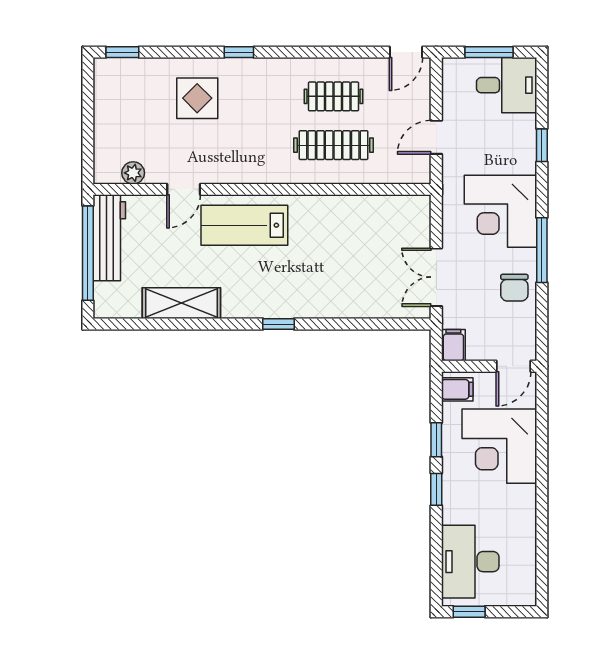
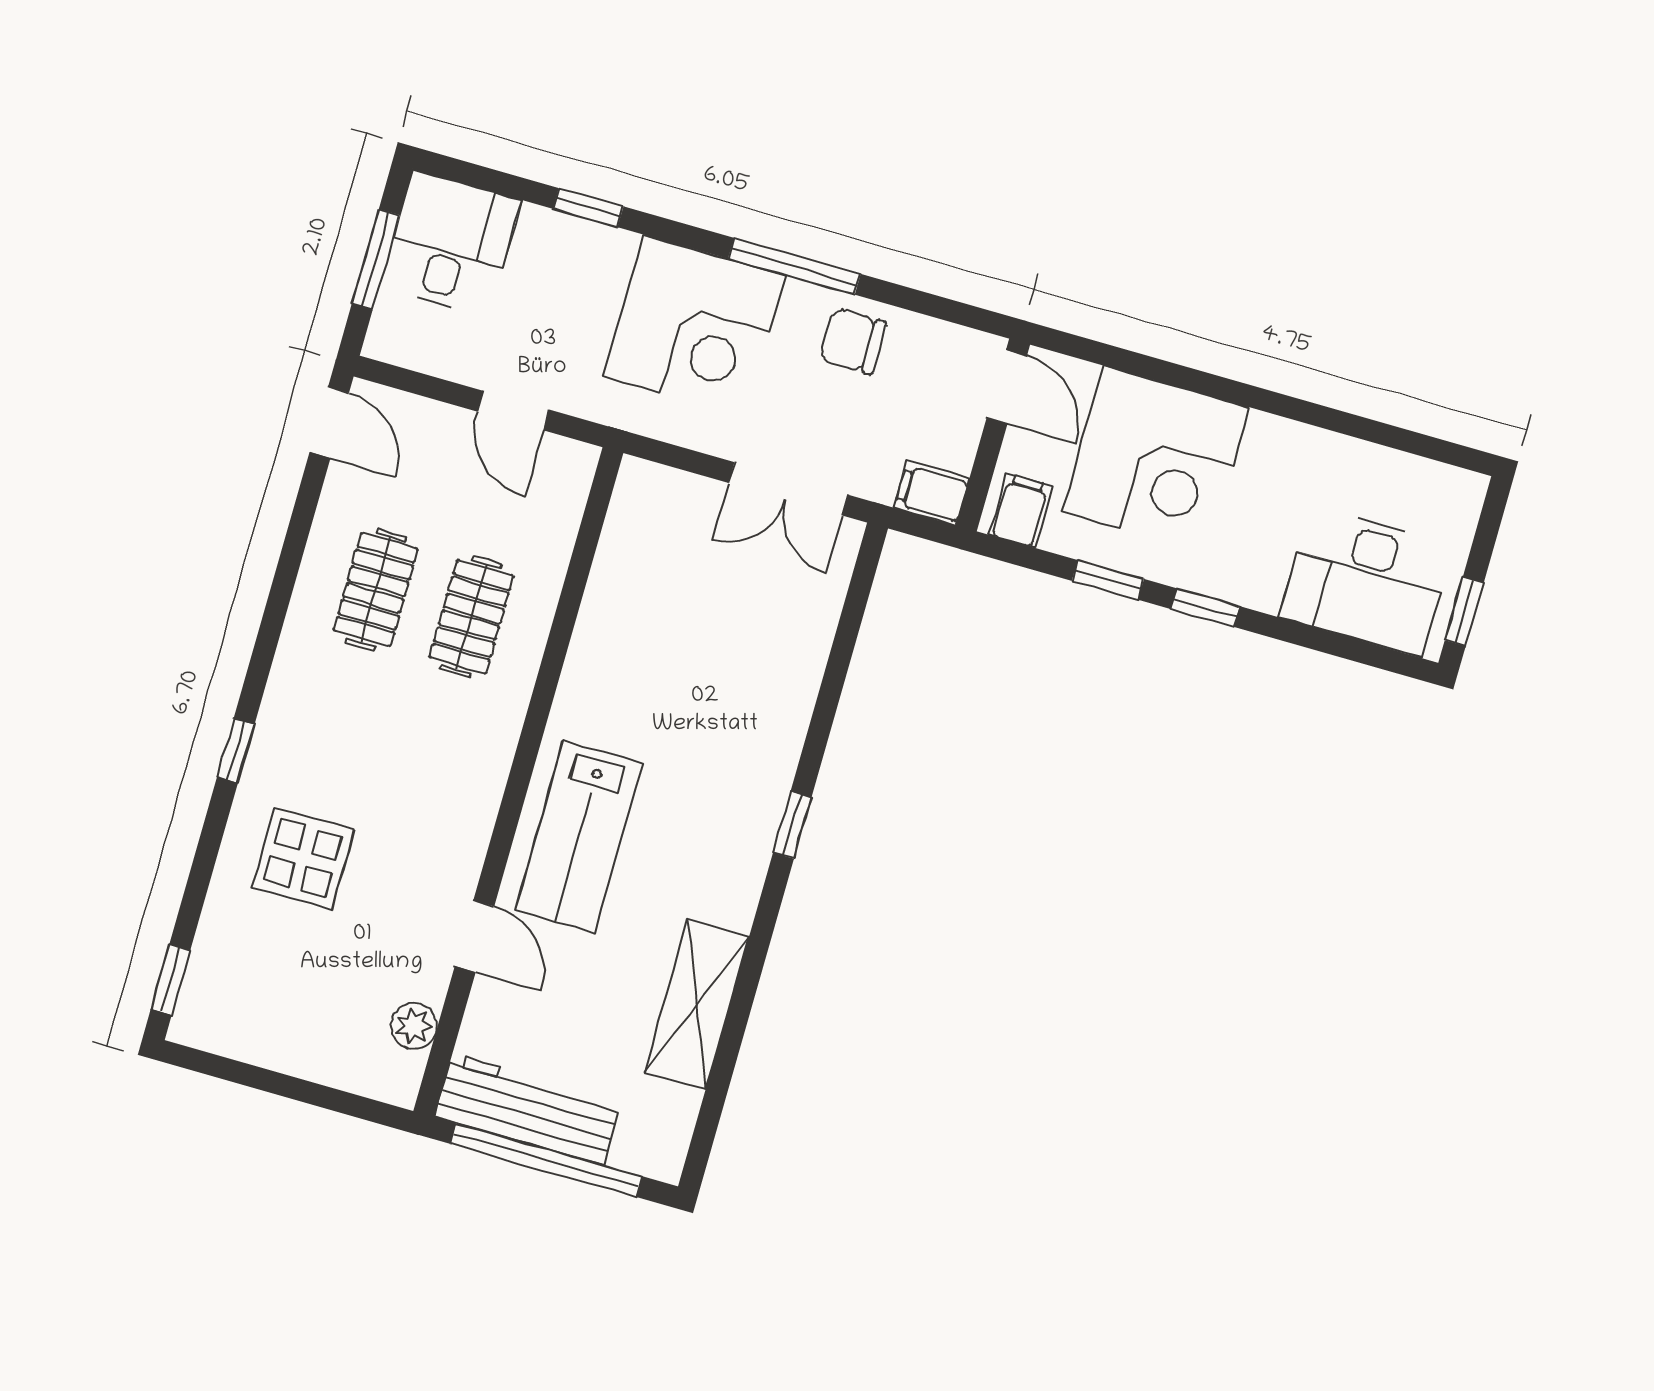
clothes rail: (334, 145) -> (471, 617), width x0.73
chair: (514, 288) -> (853, 341), turned 180

